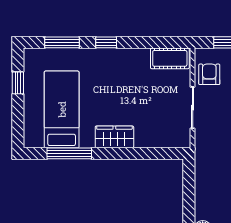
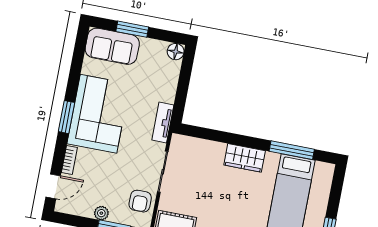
tv unit: (202, 156) -> (163, 122), added

